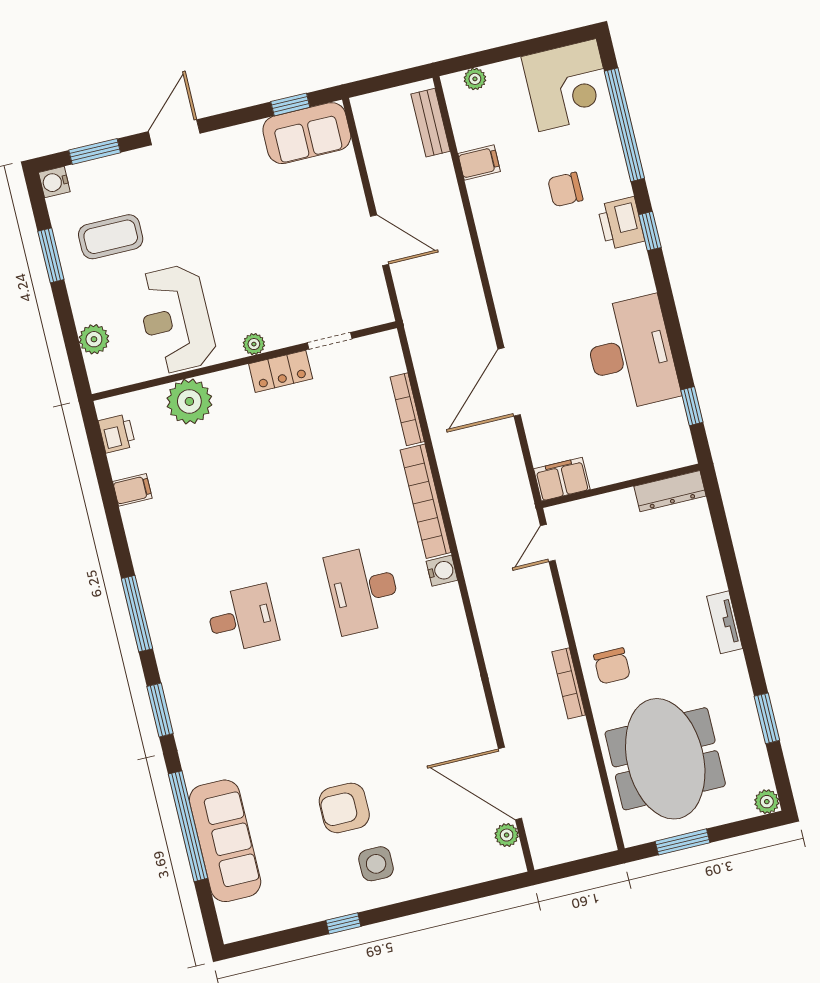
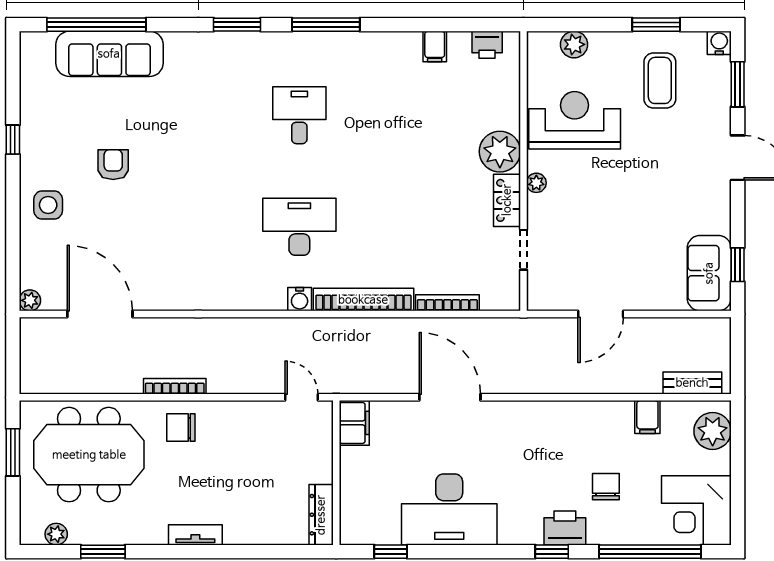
plant: (475, 79) -> (713, 431), width x1.88, depth x1.88
plant: (189, 401) -> (500, 152), moved
desk: (242, 619) -> (299, 115), turned 180
door: (510, 784) -> (100, 314), hinge flipped
plant: (767, 802) -> (56, 534), moved
armchair: (344, 808) -> (113, 165), width x0.72, depth x0.72
window: (188, 826) -> (96, 25), moved
plant: (507, 835) -> (30, 300), moved
side table: (376, 864) -> (48, 205), moved

